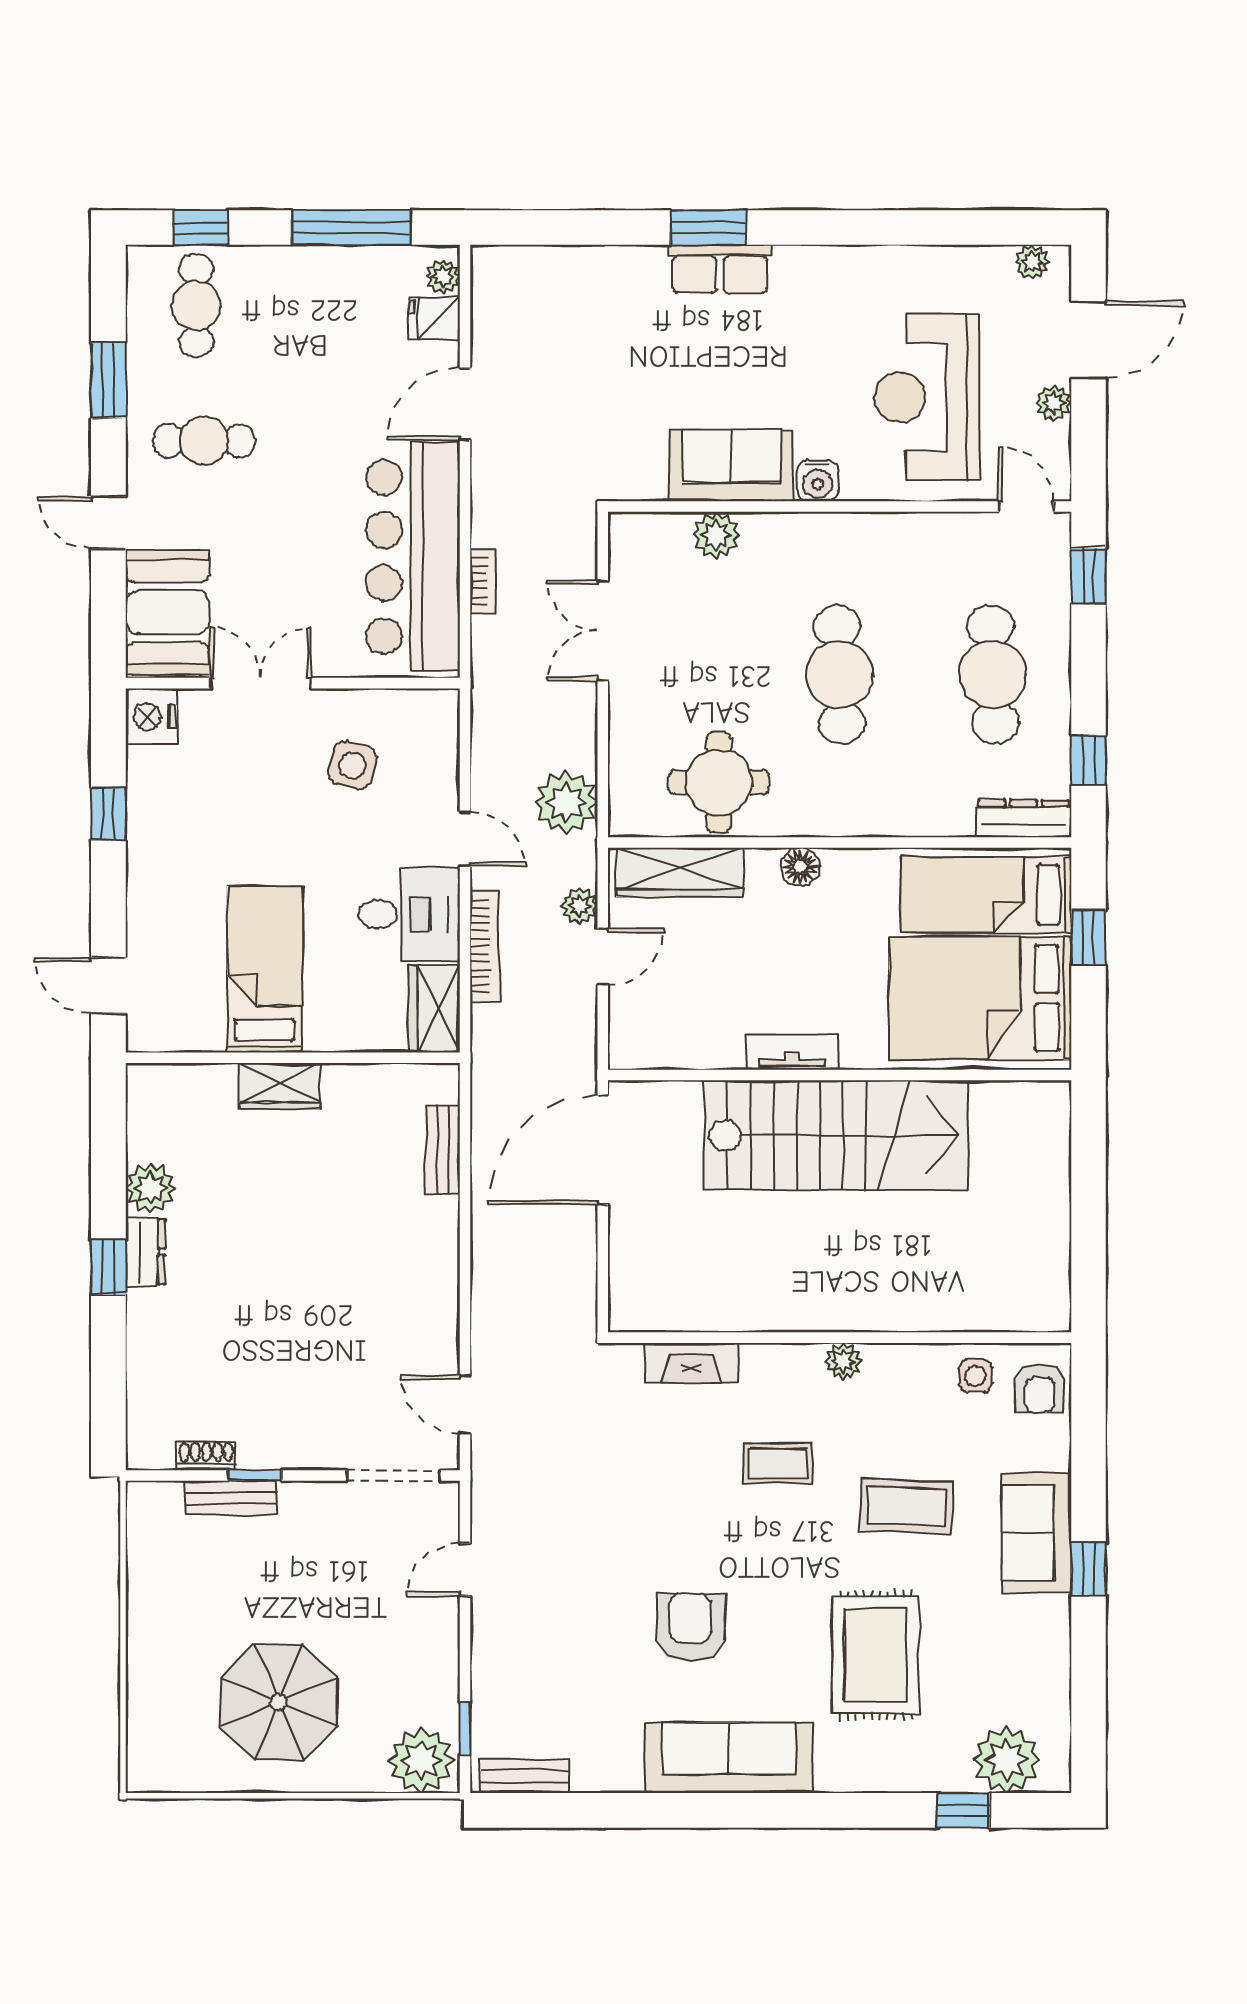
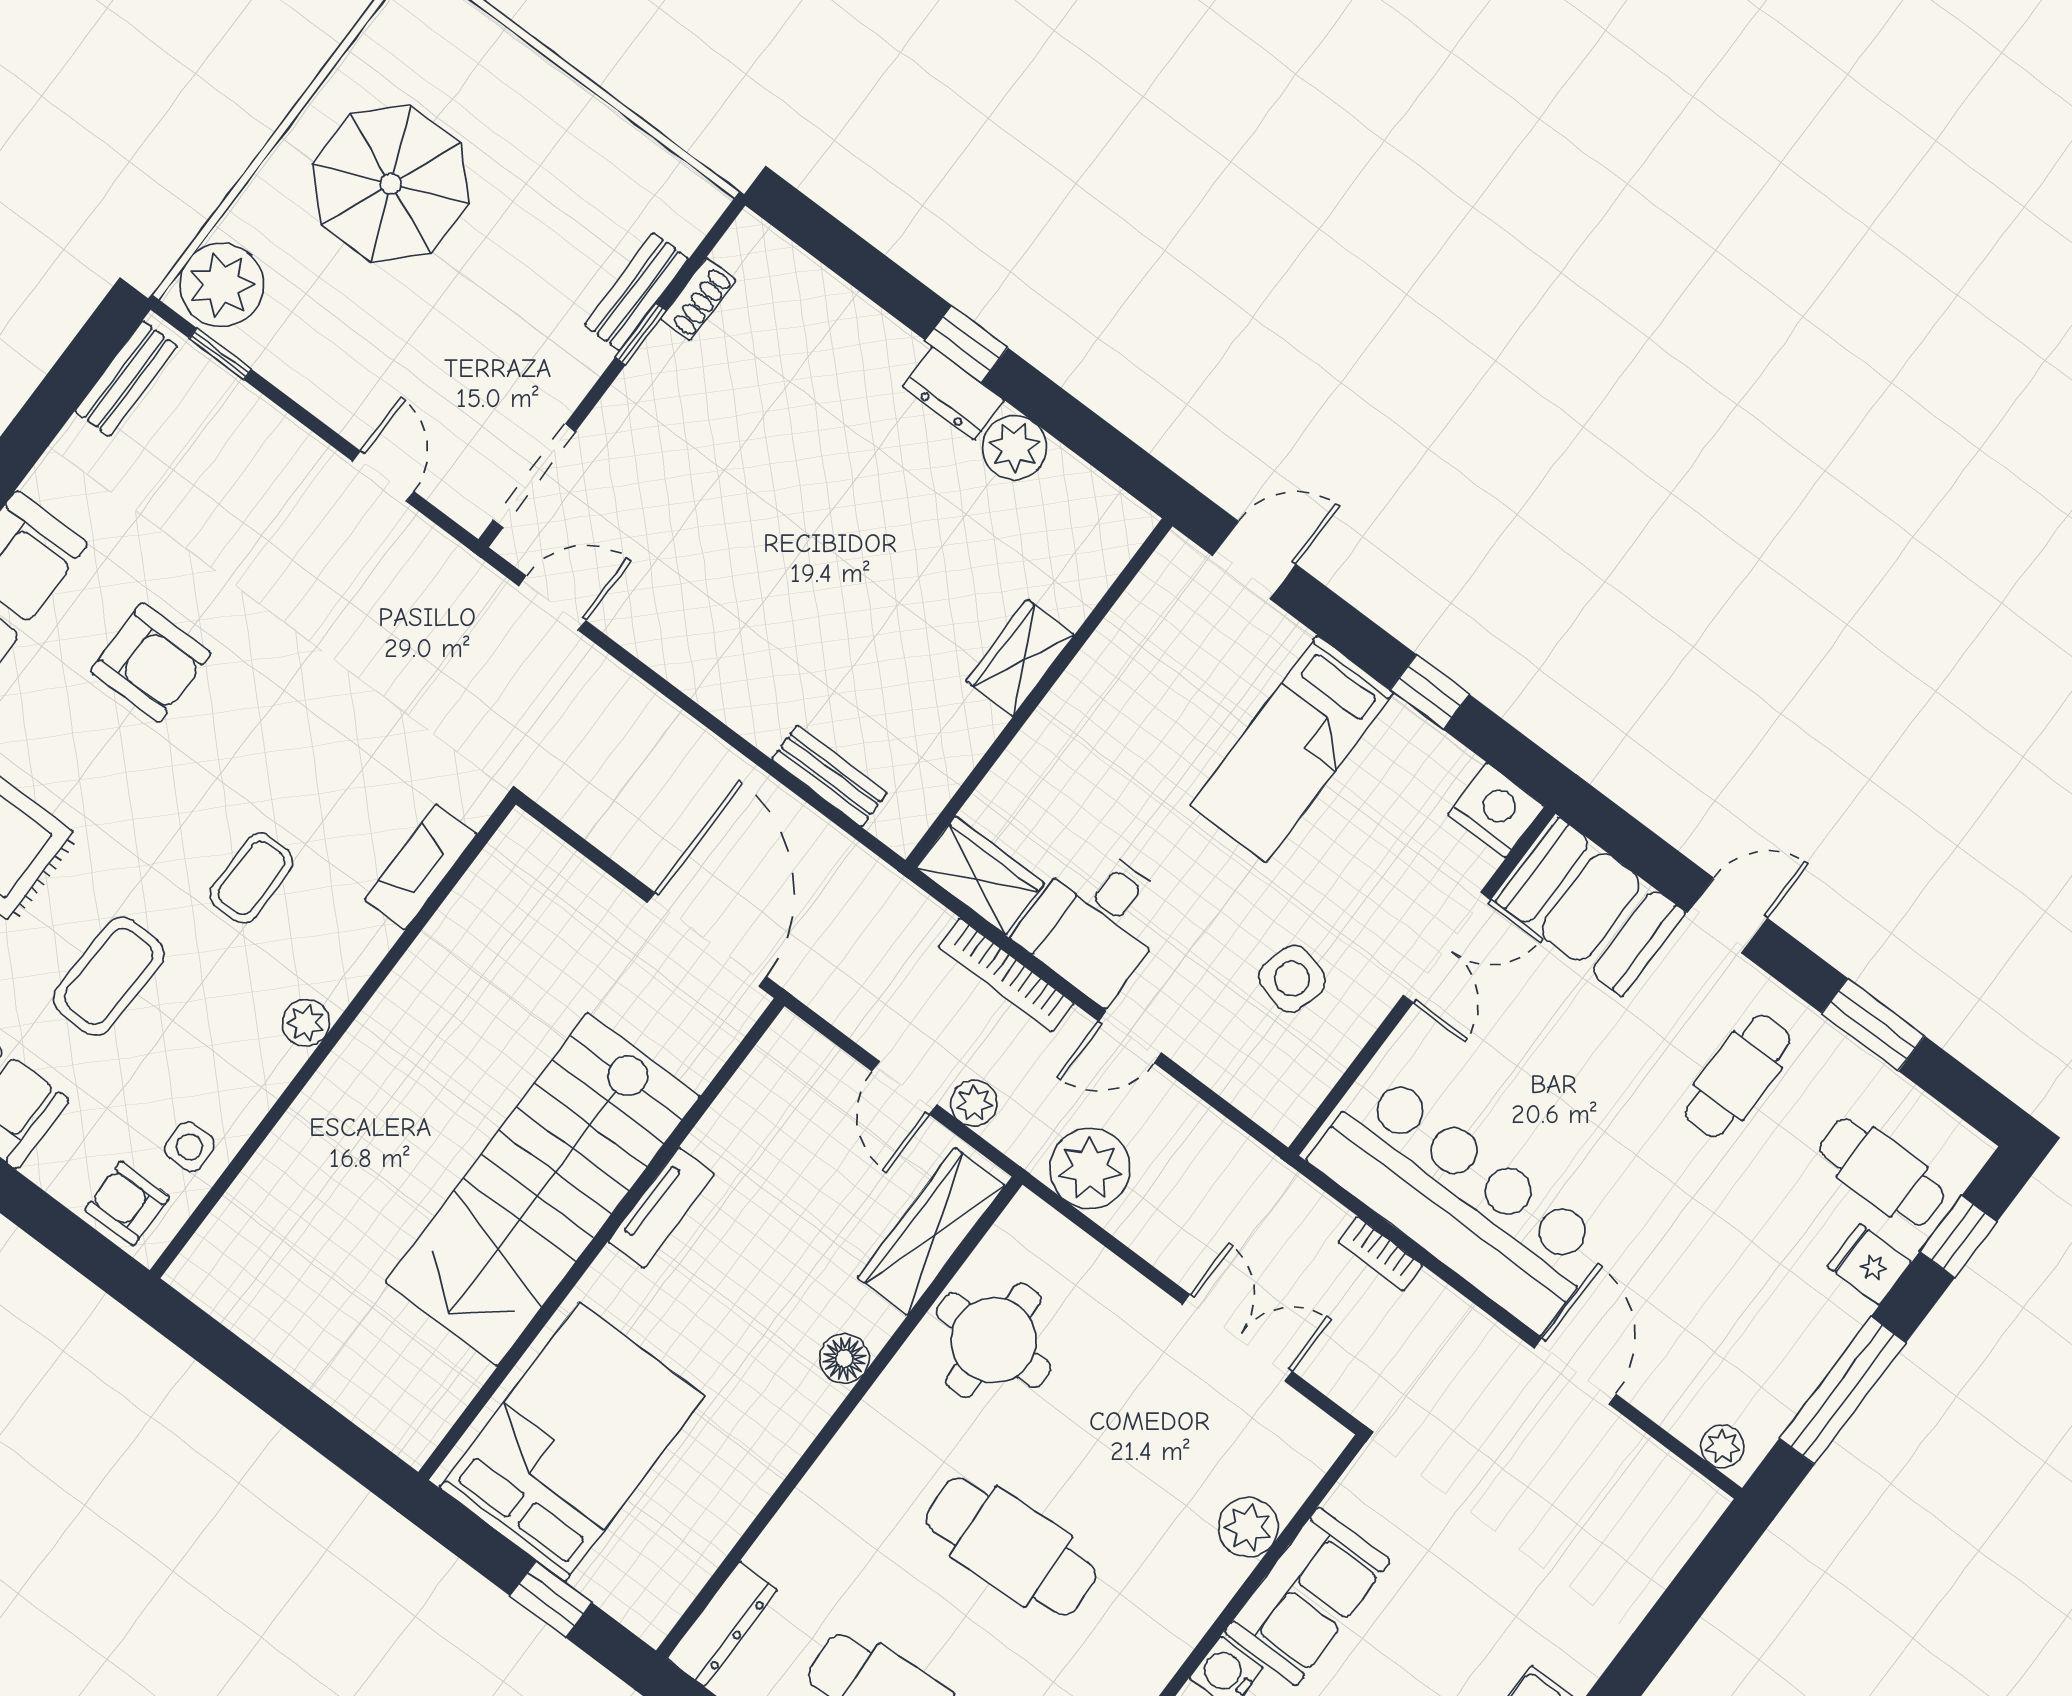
fridge: (434, 318) -> (1869, 1264), moved, turned -90
bed: (986, 895) -> (673, 1527), removed
bed: (265, 969) -> (1292, 749), moved, turned 90

